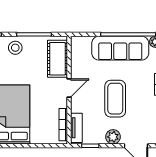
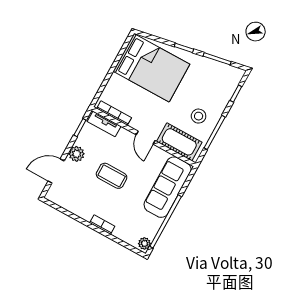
stool: (15, 48) -> (199, 116), moved
sofa: (120, 48) -> (168, 187), moved
coffee table: (115, 99) -> (112, 176), width x0.73, depth x0.76

